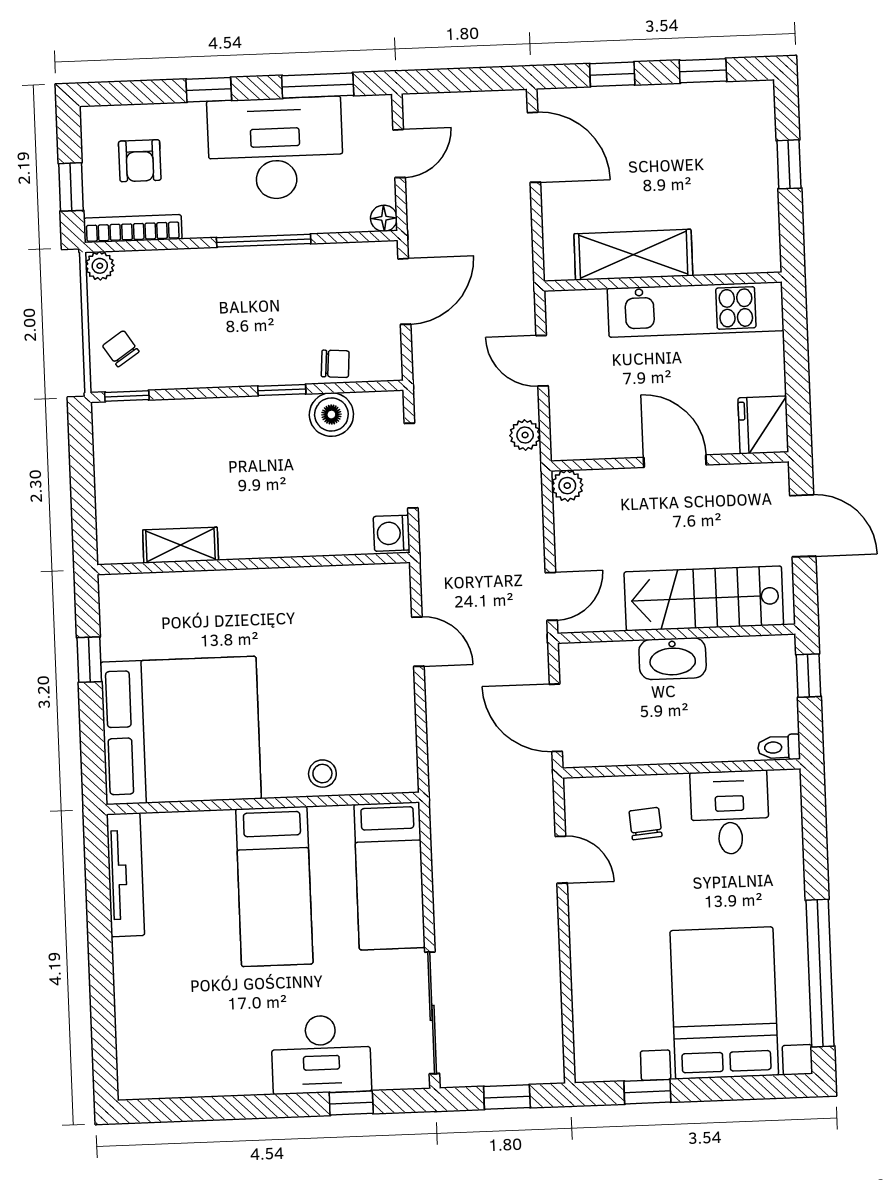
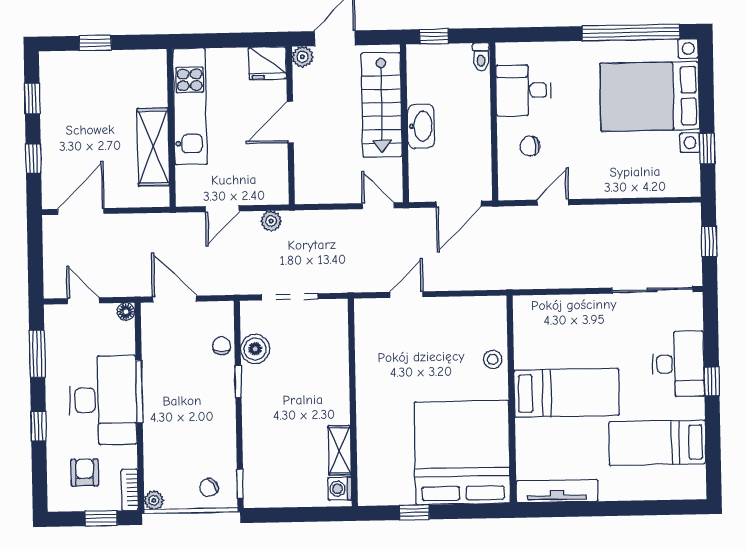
desk: (275, 148) -> (103, 400), moved, turned 180
armchair: (140, 161) -> (85, 473), turned -90
bookcase: (133, 229) -> (130, 490), width x0.64
plant: (567, 486) -> (302, 57), moved
washing machine: (392, 533) -> (340, 489), moved, turned 90
bed: (390, 876) -> (657, 443), moved, turned 180
window: (351, 1103) -> (712, 381), moved

